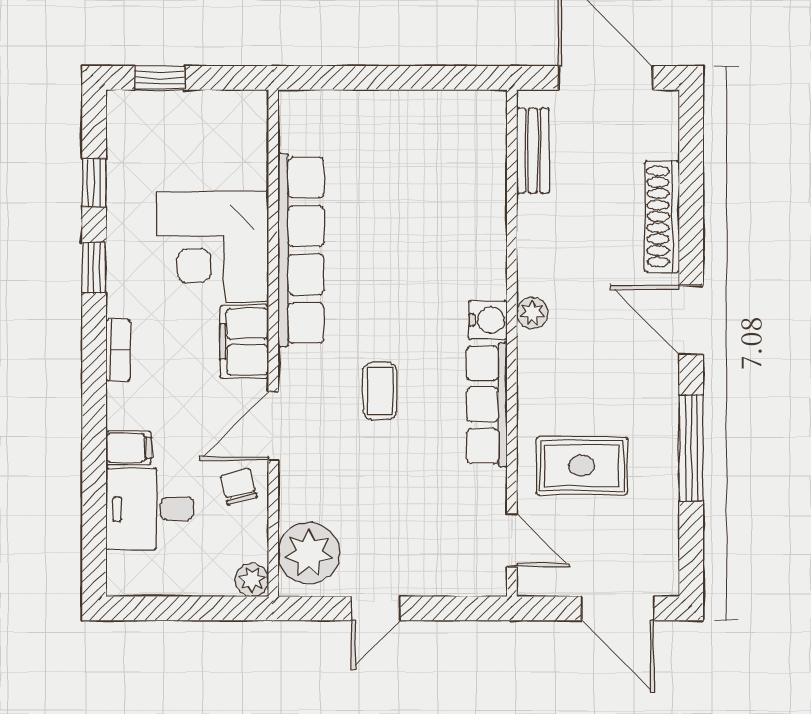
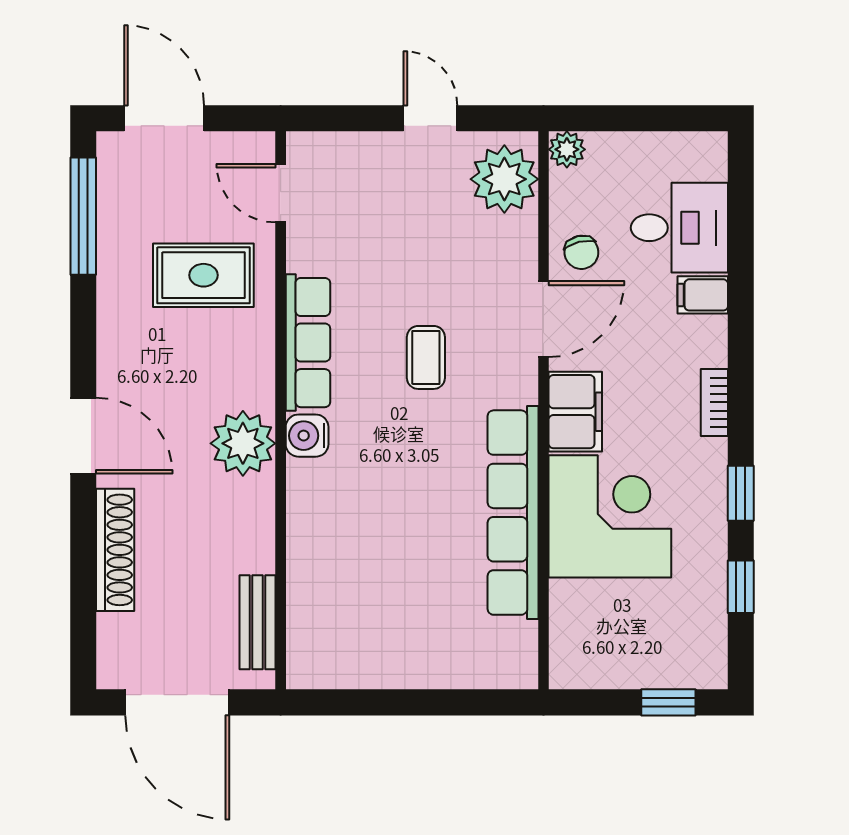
plant: (532, 313) -> (243, 443), width x1.87, depth x1.87
window: (691, 448) -> (83, 216), moved
door: (376, 608) -> (430, 118), hinge flipped

